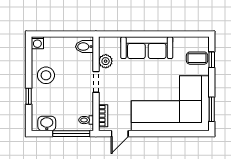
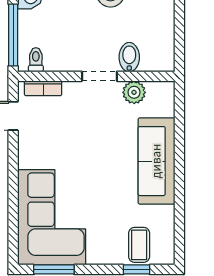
bidet: (84, 47) -> (129, 57), moved
corner sofa: (170, 103) -> (52, 217), width x0.73, depth x0.74

